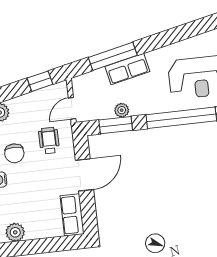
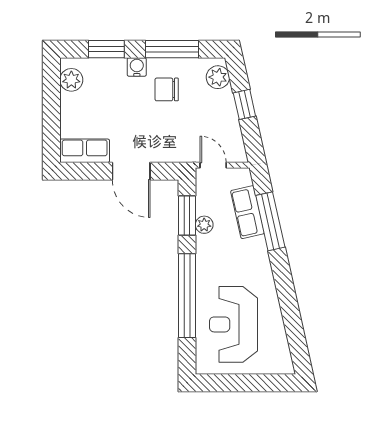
row of seats: (127, 69) -> (247, 212), moved
window: (40, 81) -> (244, 104), moved
wheelchair: (49, 141) -> (177, 133), removed

